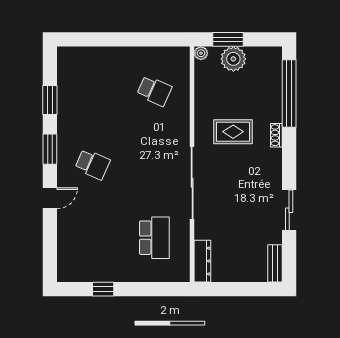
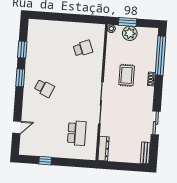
school desk: (154, 91) -> (83, 48), turned -45
rug: (233, 132) -> (127, 75), turned 90
door: (50, 198) -> (17, 127), moved

